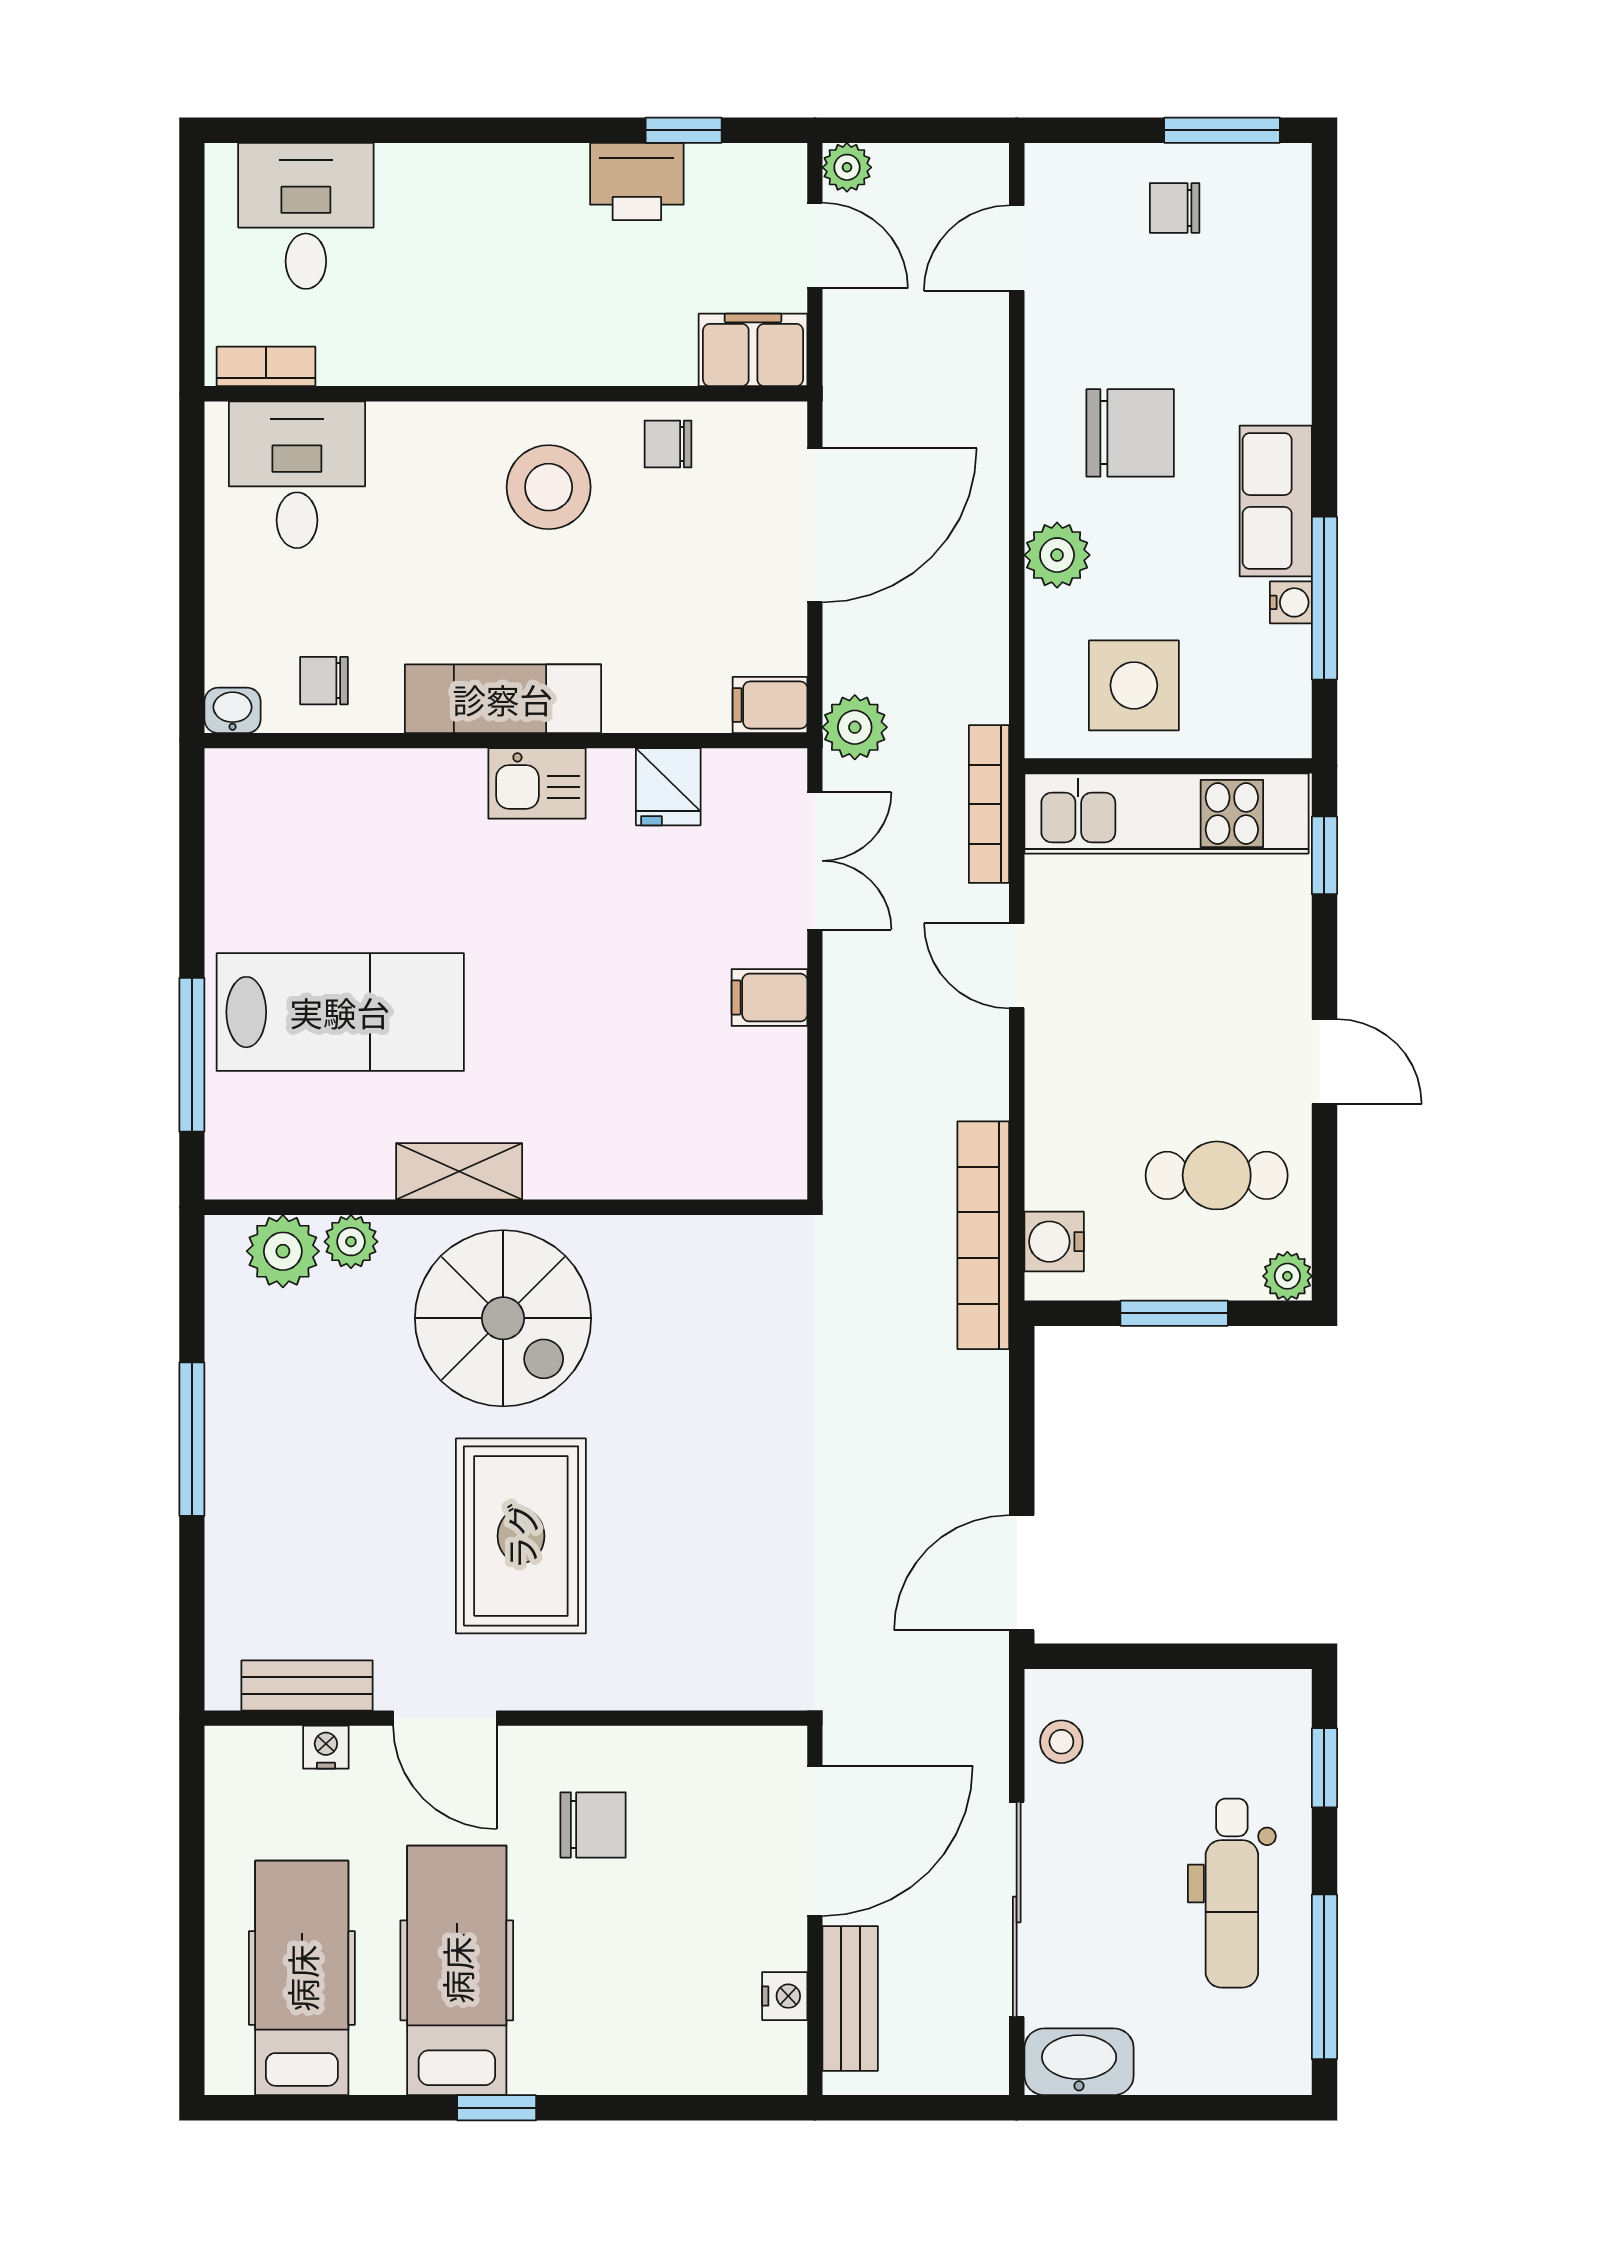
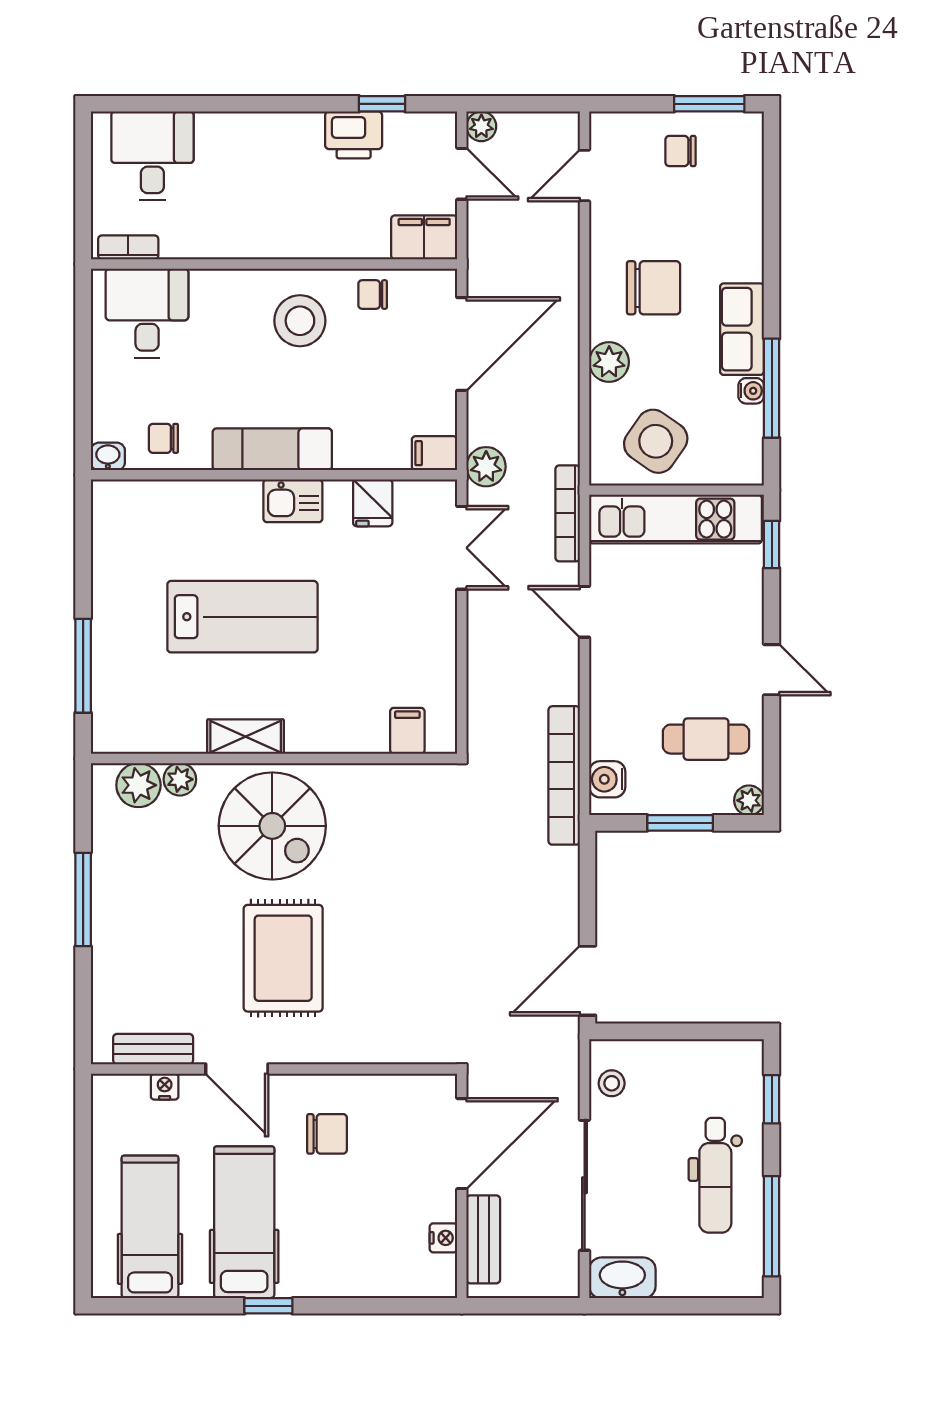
side table: (1134, 685) -> (656, 441), turned 35
filing cabinet: (769, 998) -> (407, 731), moved, turned 90
lab bench: (340, 1012) -> (242, 617), moved

